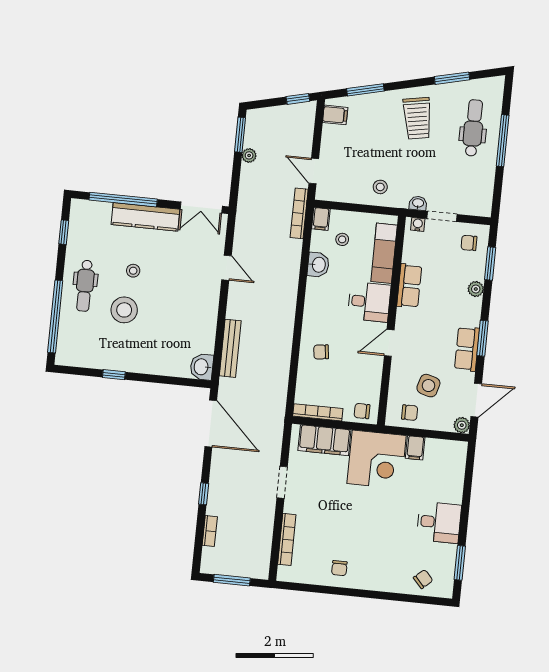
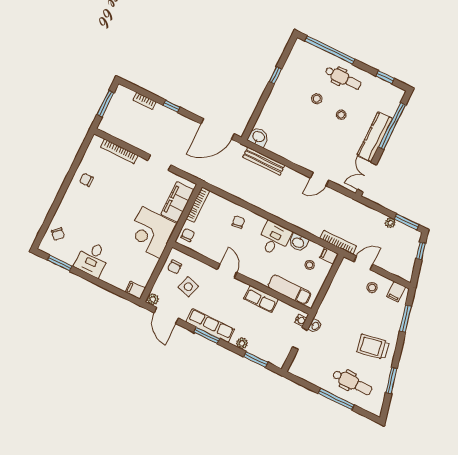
window: (298, 99) -> (421, 251), moved
stool: (380, 187) -> (372, 288), moved
chair: (469, 243) -> (275, 350), removed
dental chair: (85, 286) -> (343, 78), turned 180
desk: (369, 302) -> (274, 239), moved, turned 180
stool: (124, 310) -> (317, 99), width x0.53, depth x0.53
row of seats: (467, 349) -> (210, 326), width x1.48
filing cabinet: (415, 448) -> (135, 290), moved

